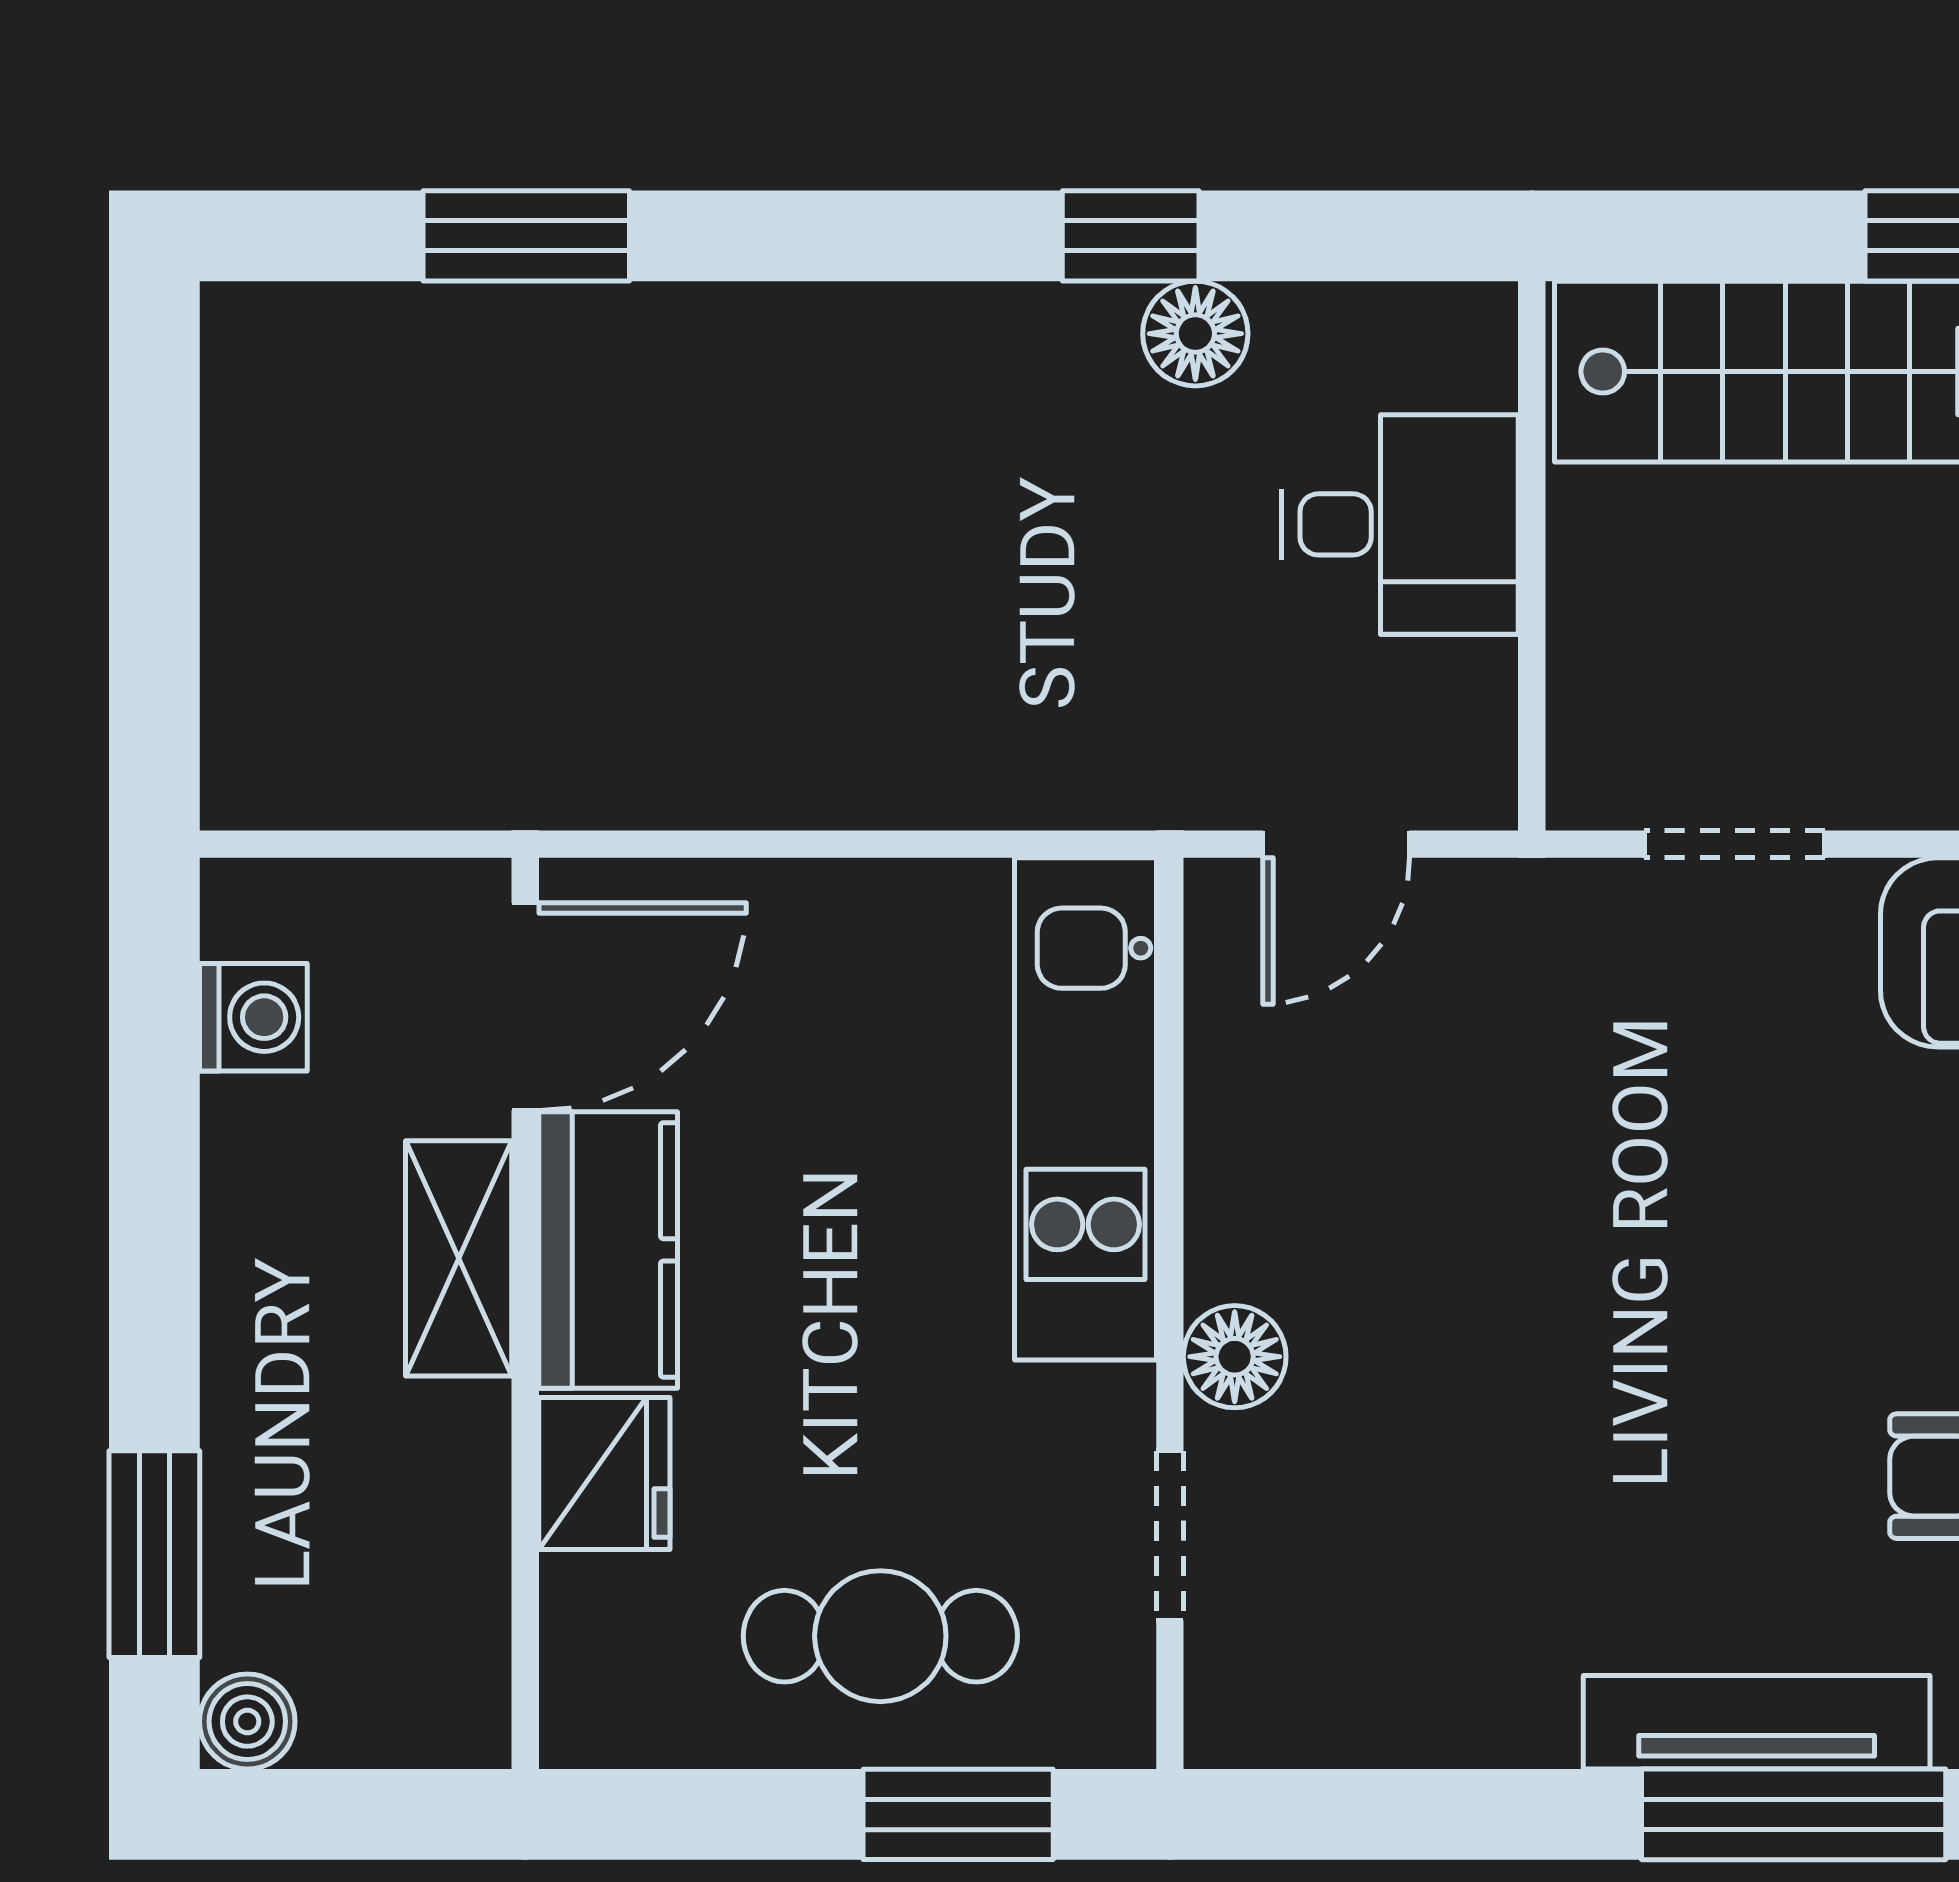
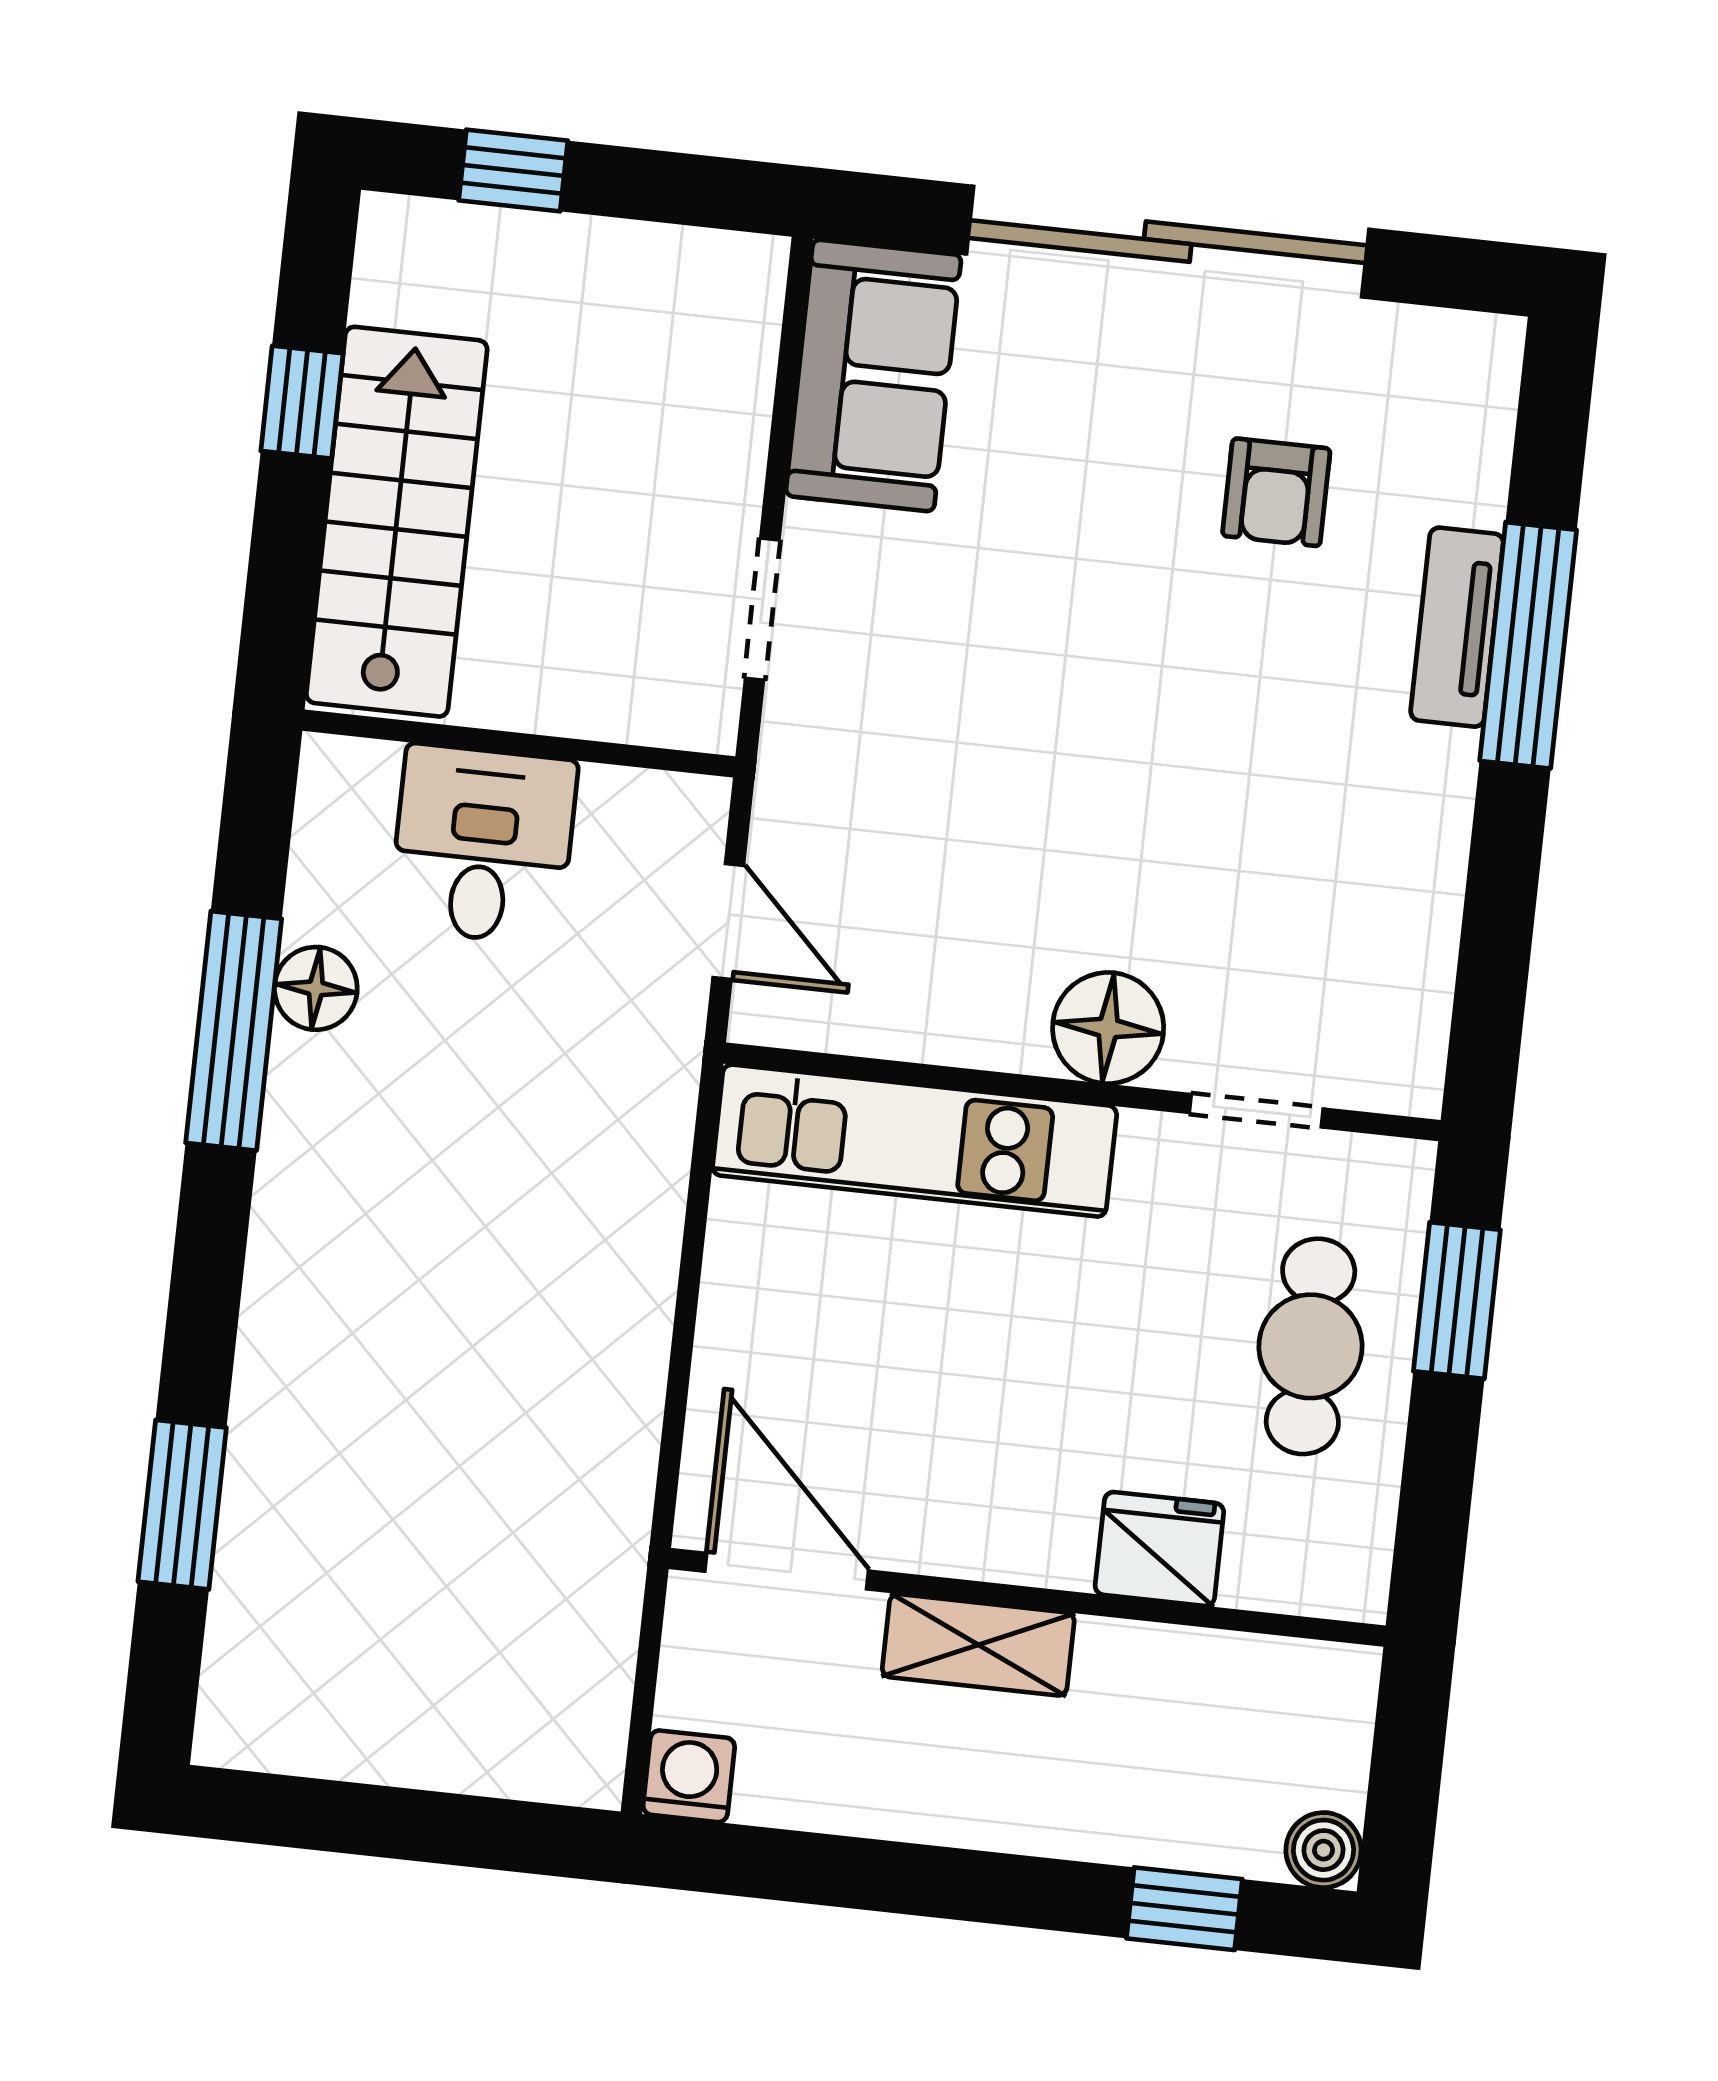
window: (1131, 236) -> (234, 1031), width x2.17
washing machine: (253, 1017) -> (689, 1776), moved
kitchen counter: (608, 1250) -> (984, 1527), removed
floor lamp: (1235, 1357) -> (1108, 1028), width x1.38, depth x1.38
window: (154, 1554) -> (1184, 1909), width x0.67
tv unit: (1757, 1722) -> (1457, 627), width x0.71

